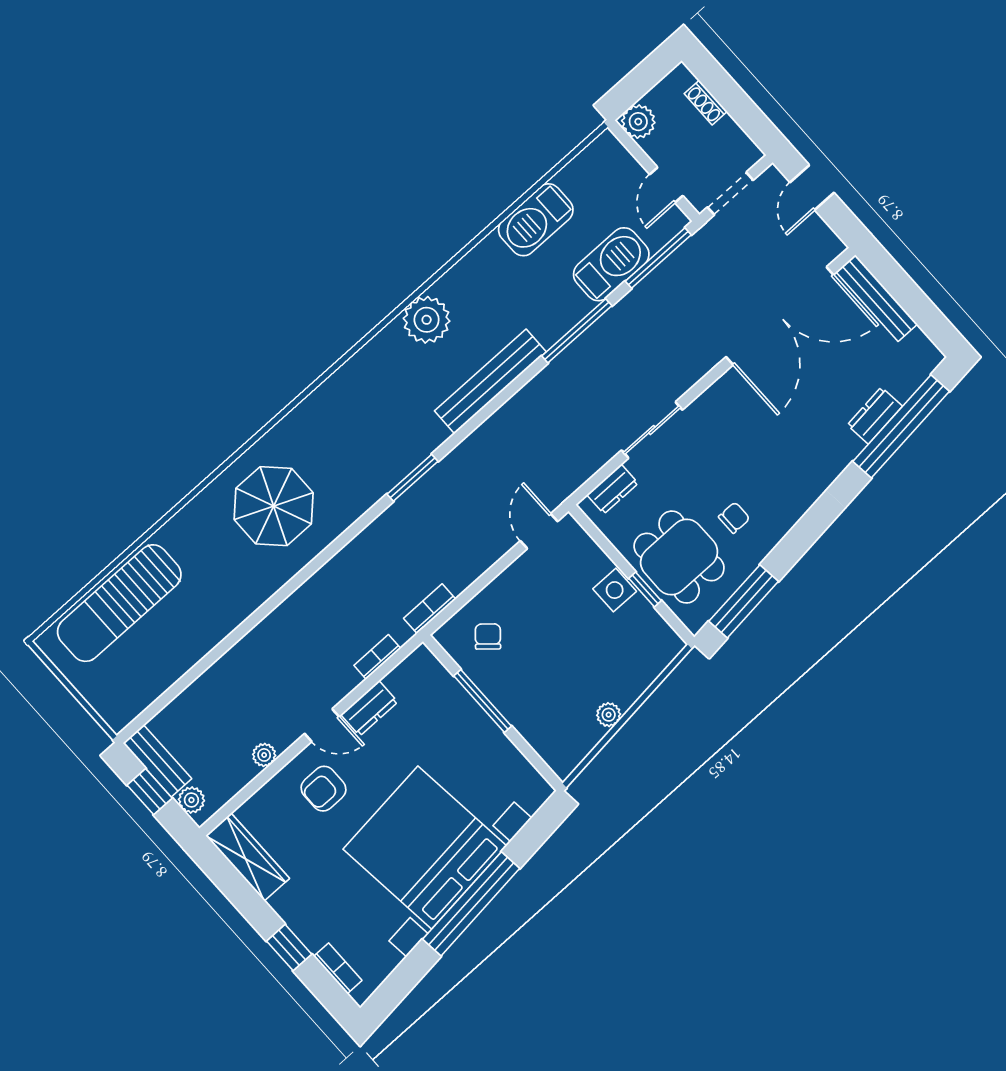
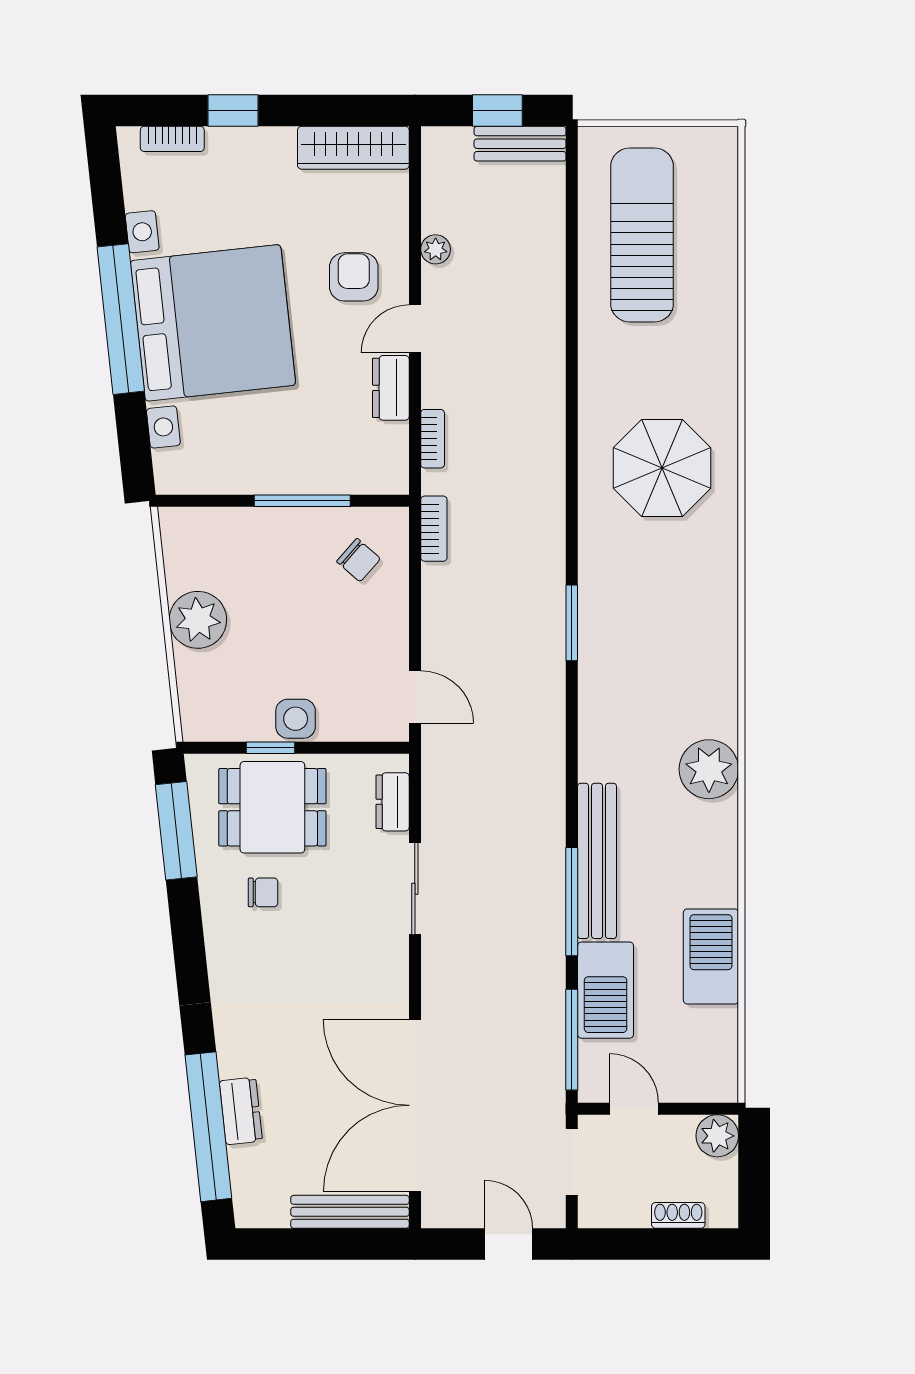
bench: (490, 381) -> (597, 861), moved
chair: (734, 518) -> (263, 892), turned -90
sun lounger: (119, 603) -> (642, 235), moved
plant: (609, 715) -> (198, 620), width x1.87, depth x1.87
plant: (191, 800) -> (454, 143), removed

